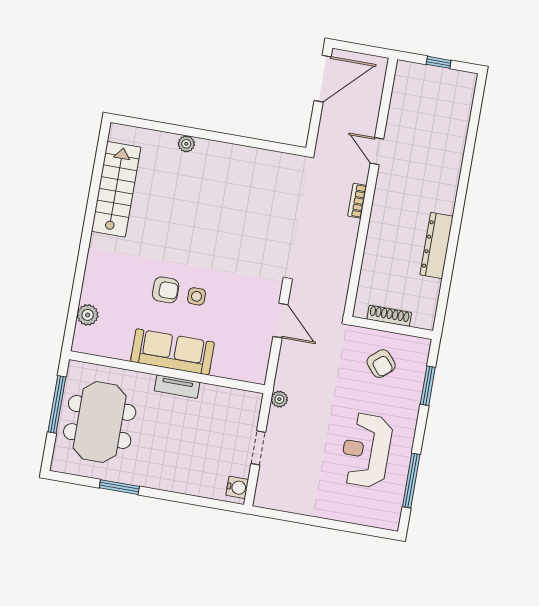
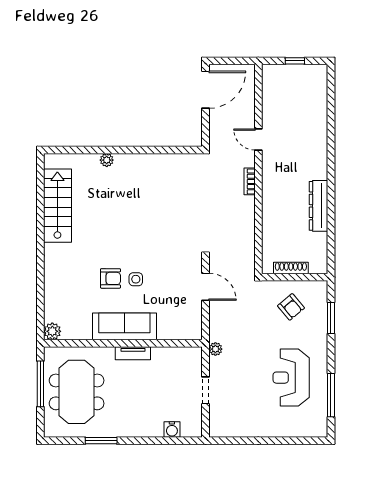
plant: (88, 315) -> (52, 331), moved
water cooler: (237, 487) -> (172, 429), moved, turned 90

